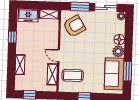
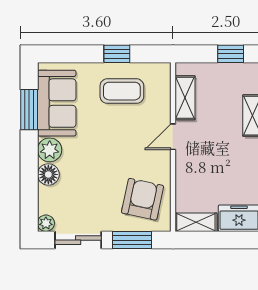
armchair: (74, 26) -> (143, 199), turned 133
door: (59, 56) -> (173, 137), swing flipped
coffee table: (73, 75) -> (122, 91), moved

